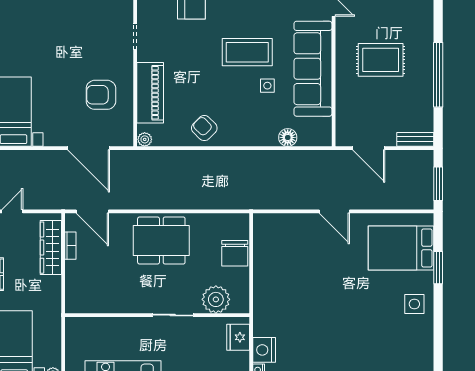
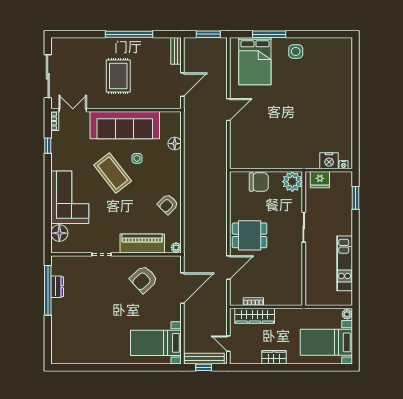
coffee table: (247, 52) -> (113, 173), turned -38
armchair: (101, 95) -> (144, 279), turned 47
door: (92, 211) -> (228, 268), moved
dining table: (161, 241) -> (250, 235), width x0.73
window: (438, 268) -> (269, 34), width x1.44
plant: (216, 299) -> (292, 182), moved

